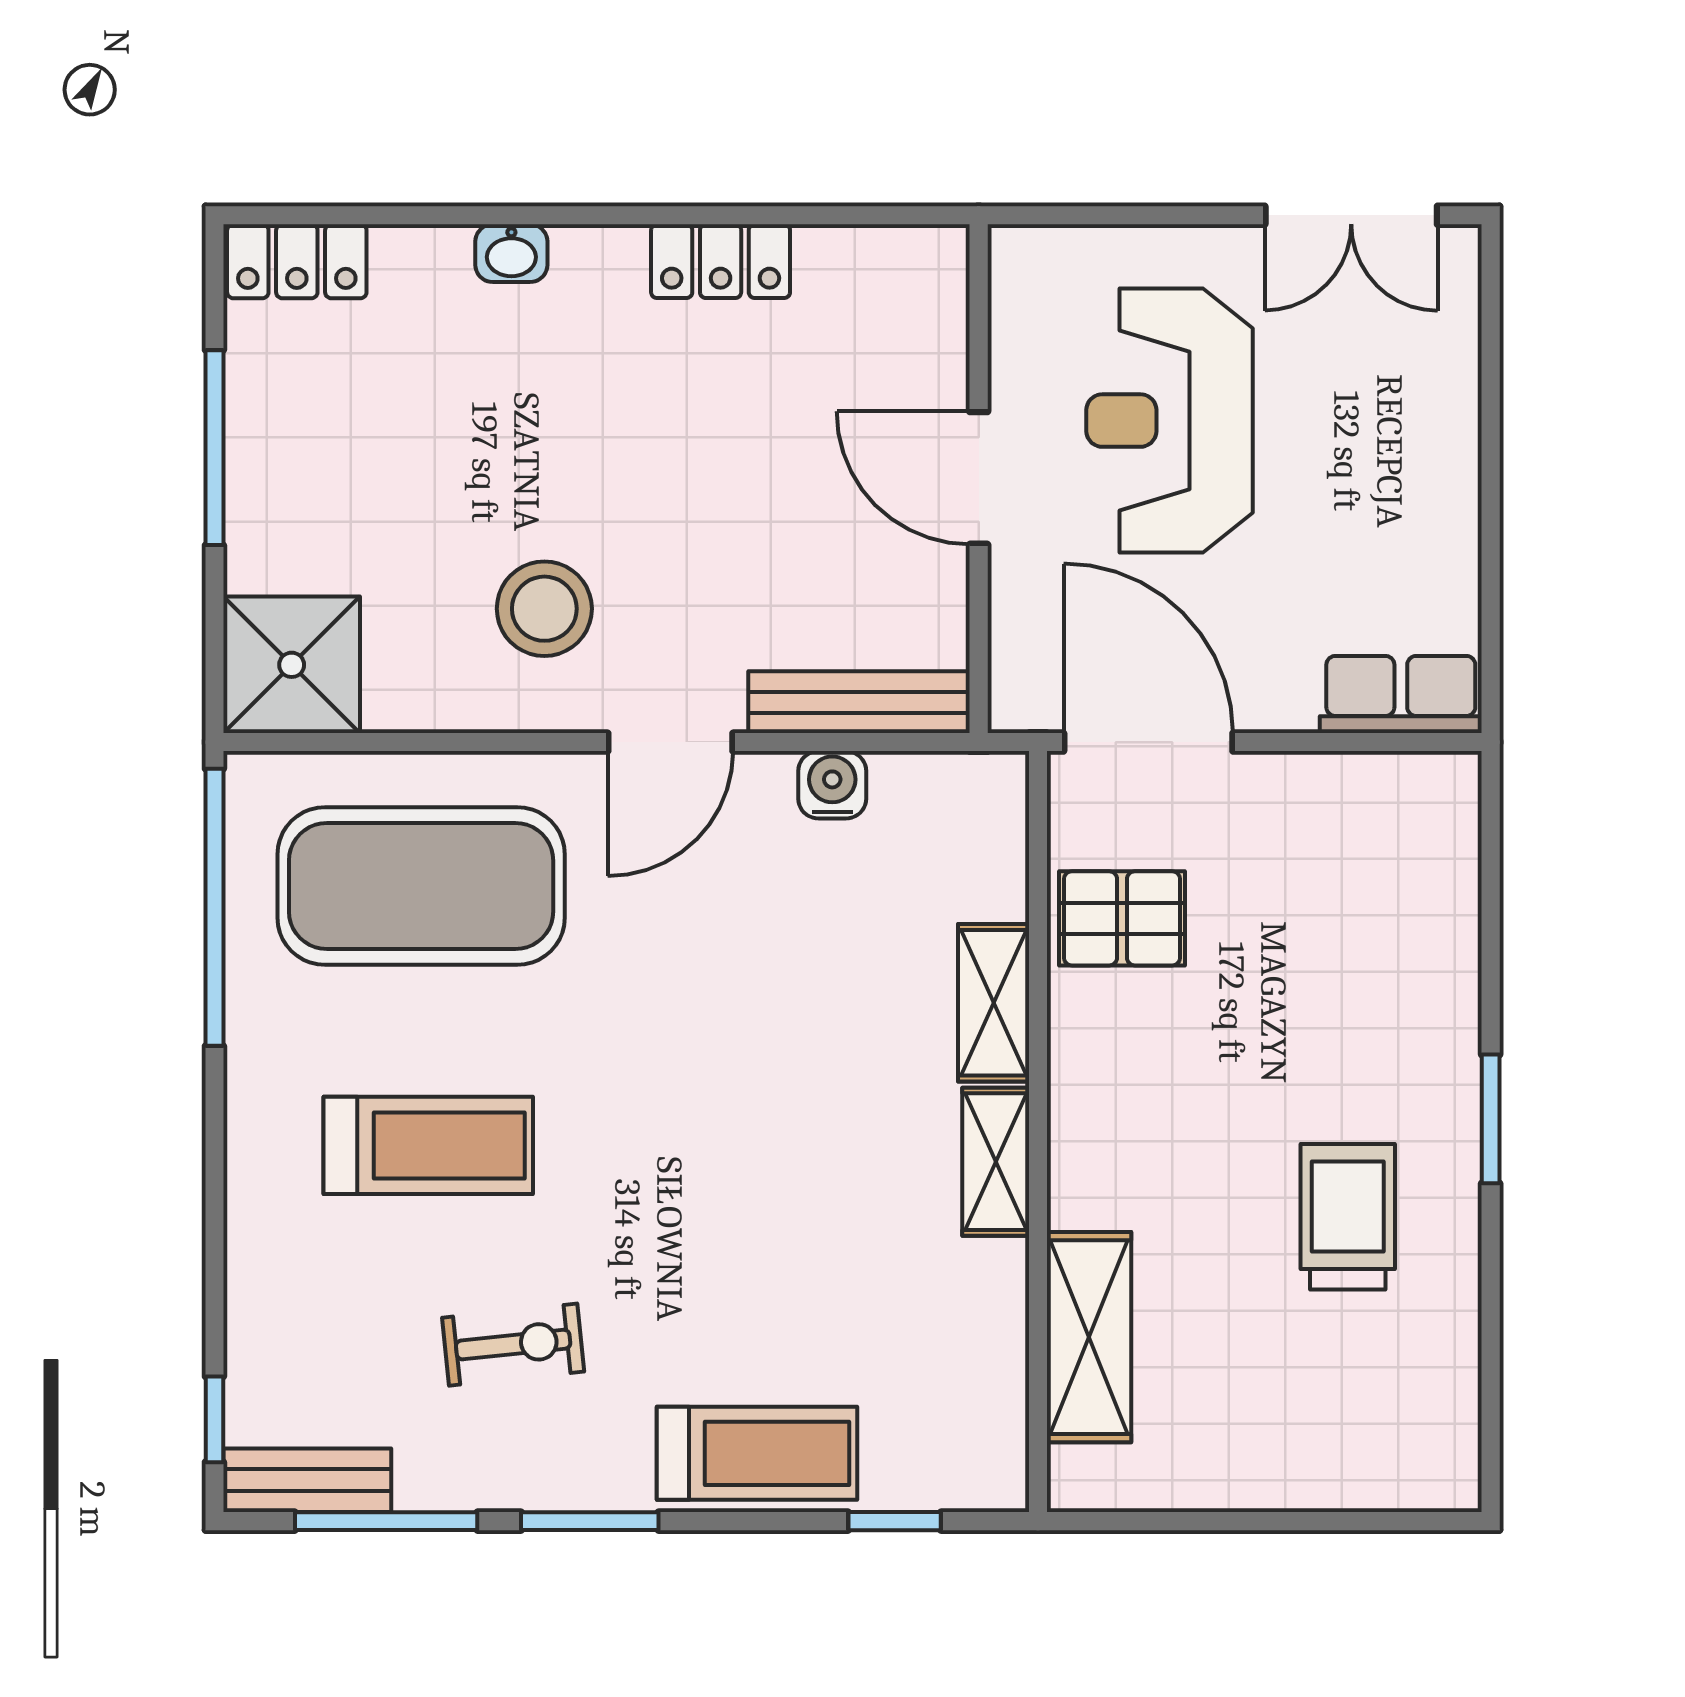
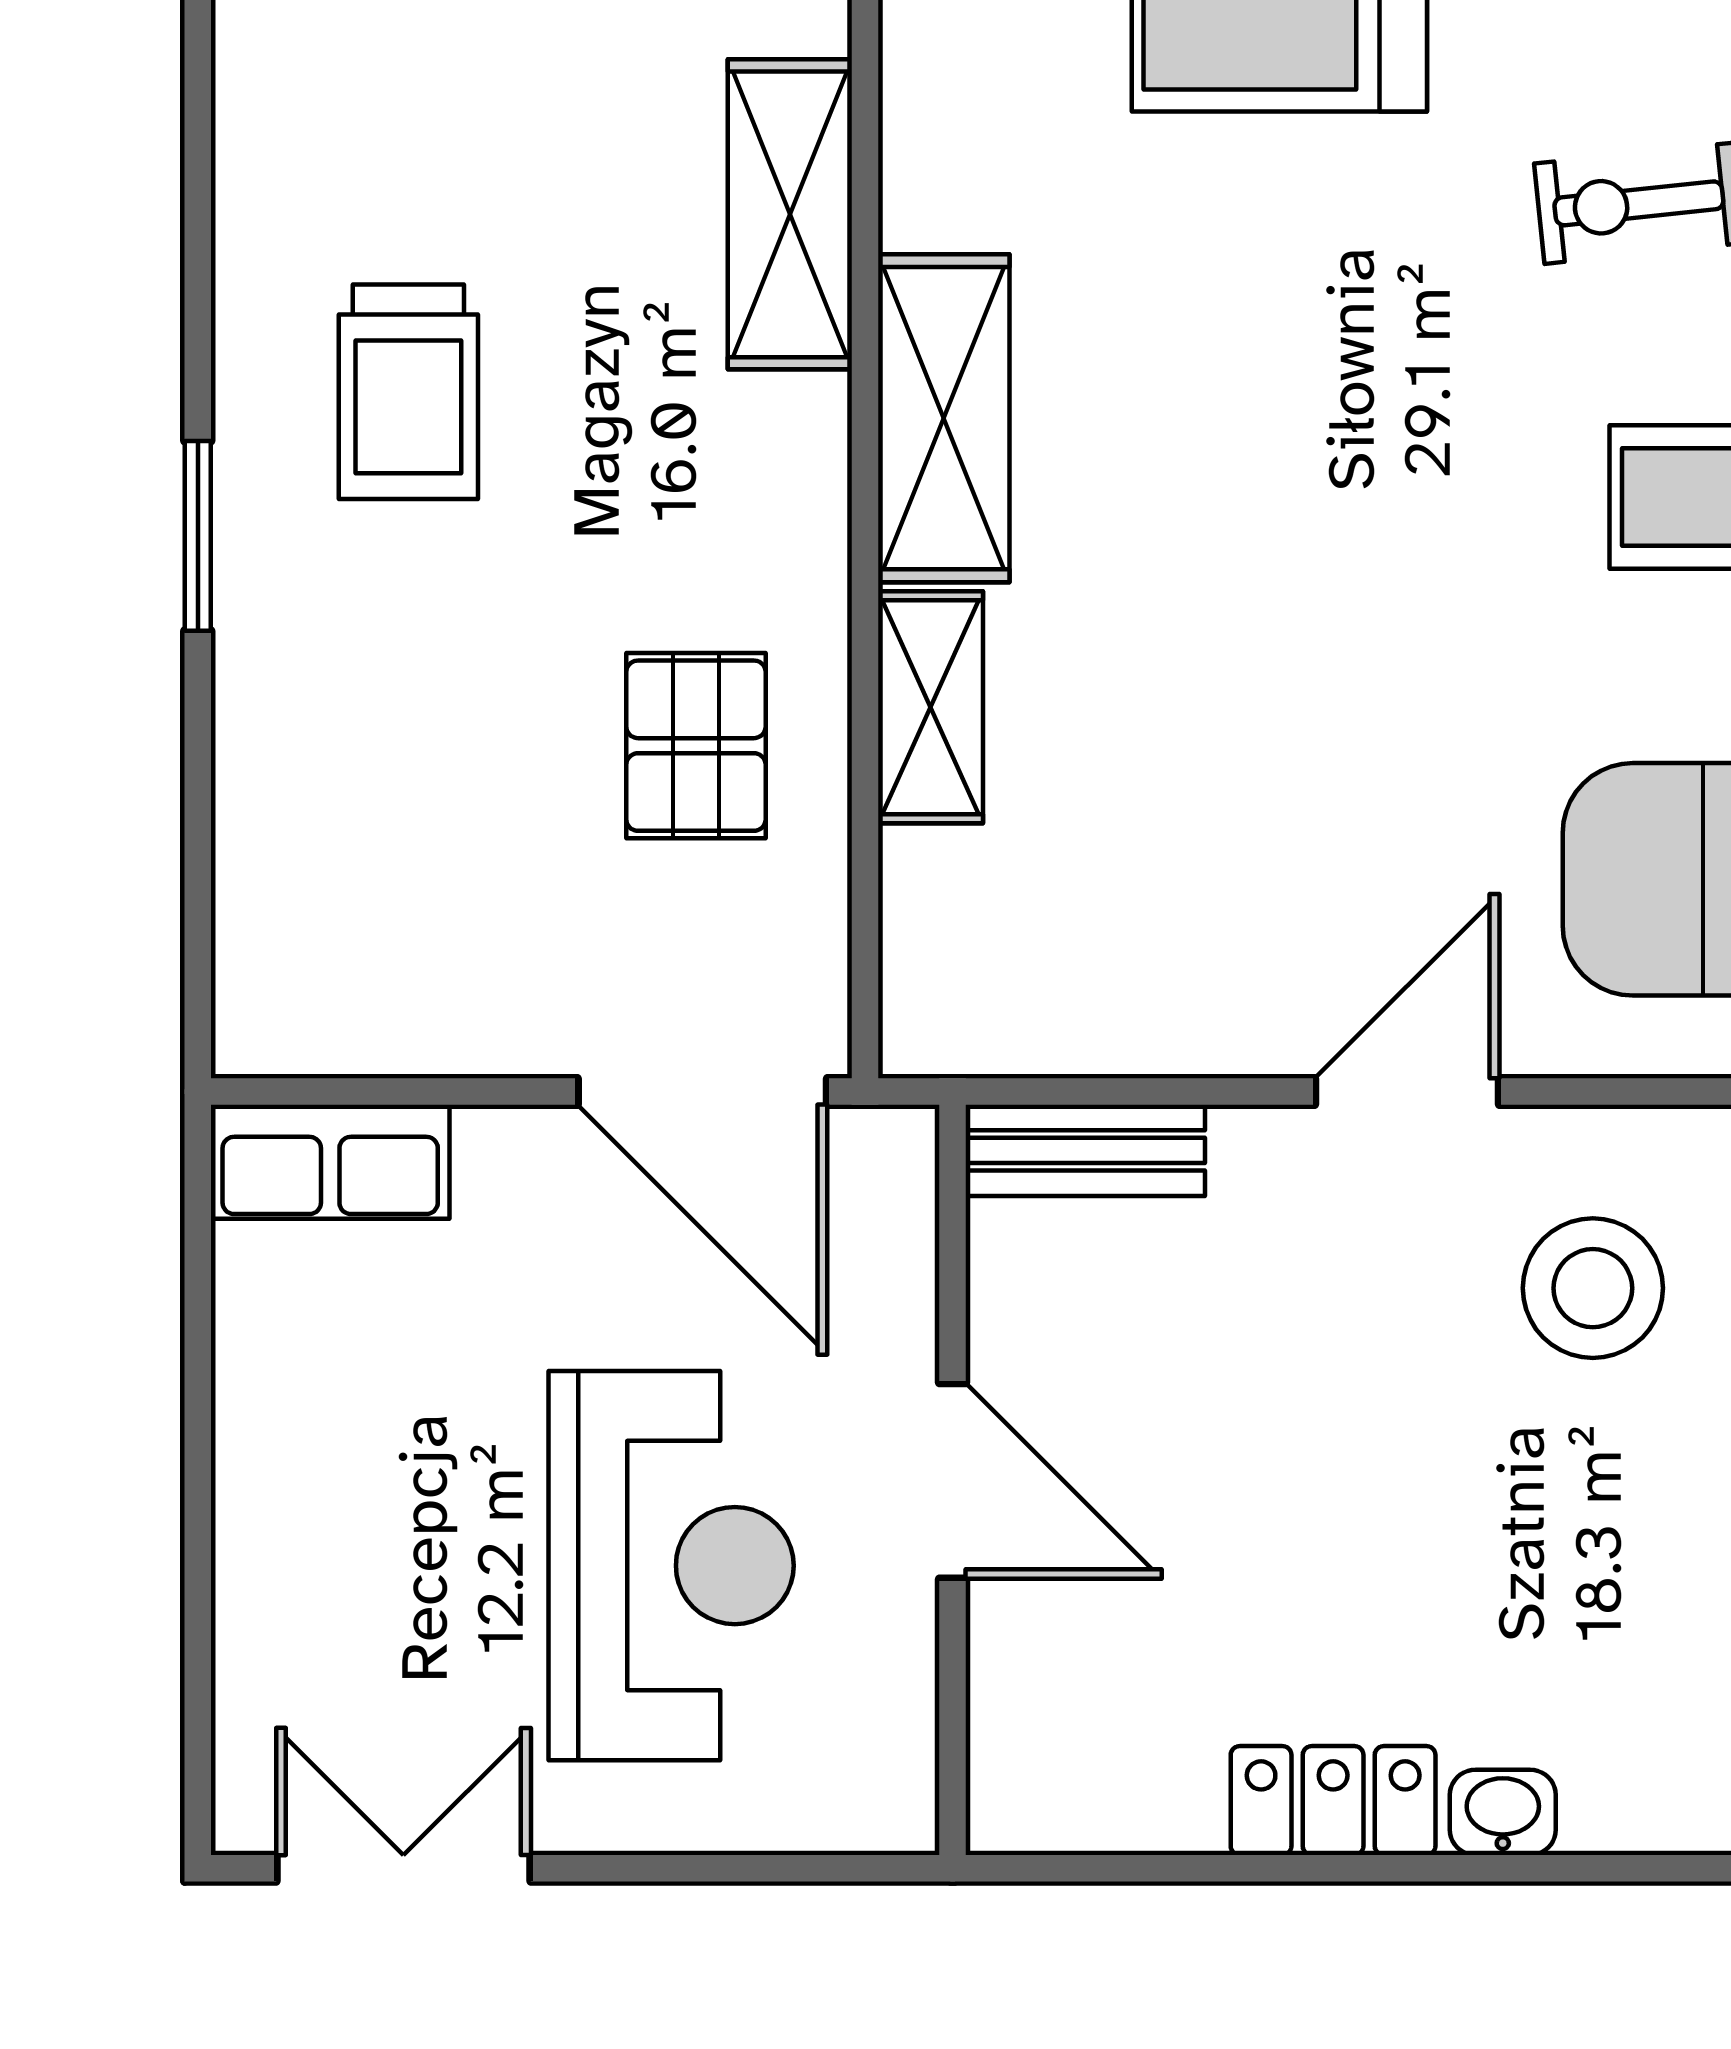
washbasin: (511, 253) -> (1503, 1812), moved
bench: (859, 702) -> (1085, 1150), width x0.73
water cooler: (832, 785) -> (1168, 1029), removed
pallet: (1122, 918) -> (696, 746), moved, turned 90
shelving: (996, 1162) -> (944, 418), width x1.50, depth x1.33

